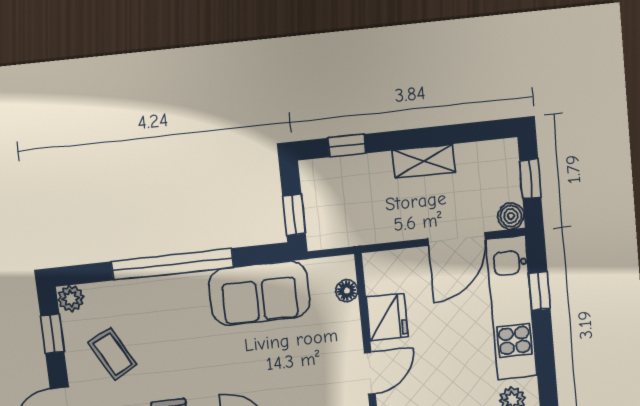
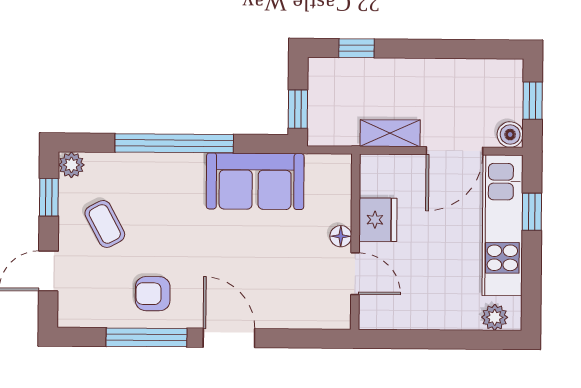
shelving: (424, 161) -> (390, 133), moved
floor lamp: (347, 291) -> (341, 236), moved
door: (370, 373) -> (355, 274), hinge flipped

